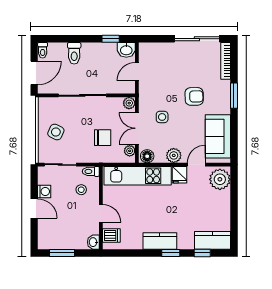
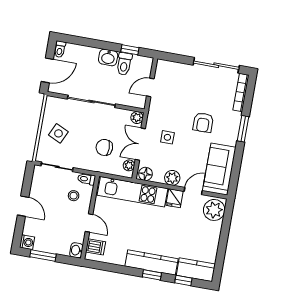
washbasin: (126, 50) -> (108, 57), moved
toilet: (74, 53) -> (124, 64), moved
armchair: (194, 96) -> (203, 122), turned 91
chair: (103, 138) -> (104, 147), turned 180
washing machine: (44, 191) -> (27, 242), moved
kitchen counter: (160, 241) -> (152, 262), width x1.50

